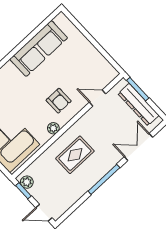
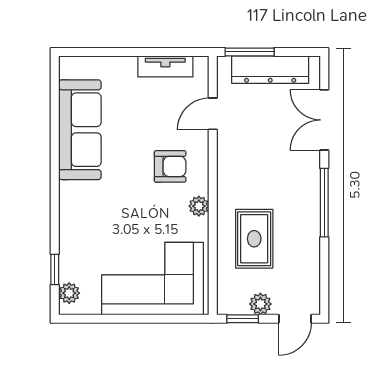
tv unit: (99, 59) -> (165, 66), added
rug: (75, 155) -> (254, 239), moved
plant: (27, 182) -> (260, 304), moved

